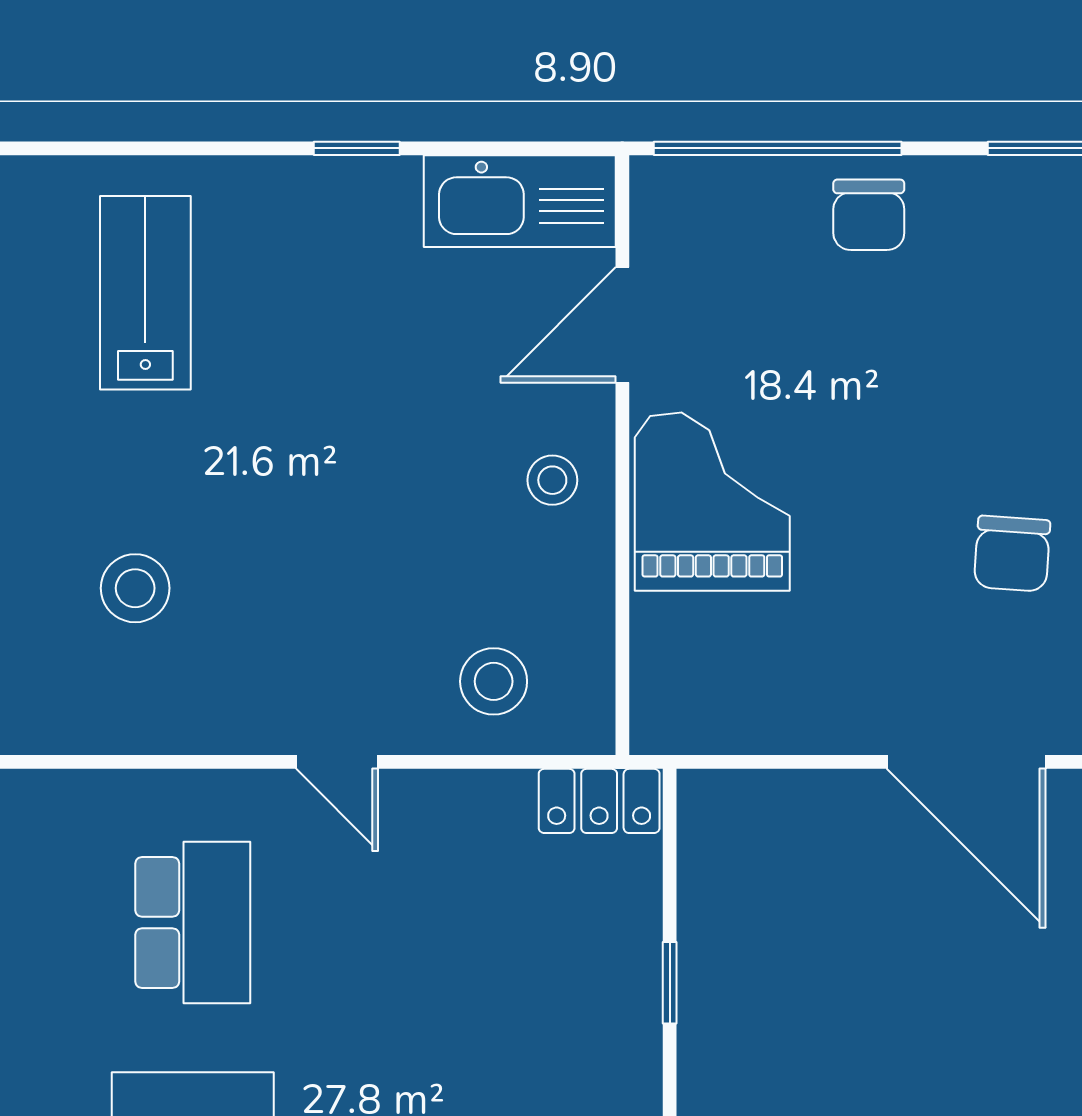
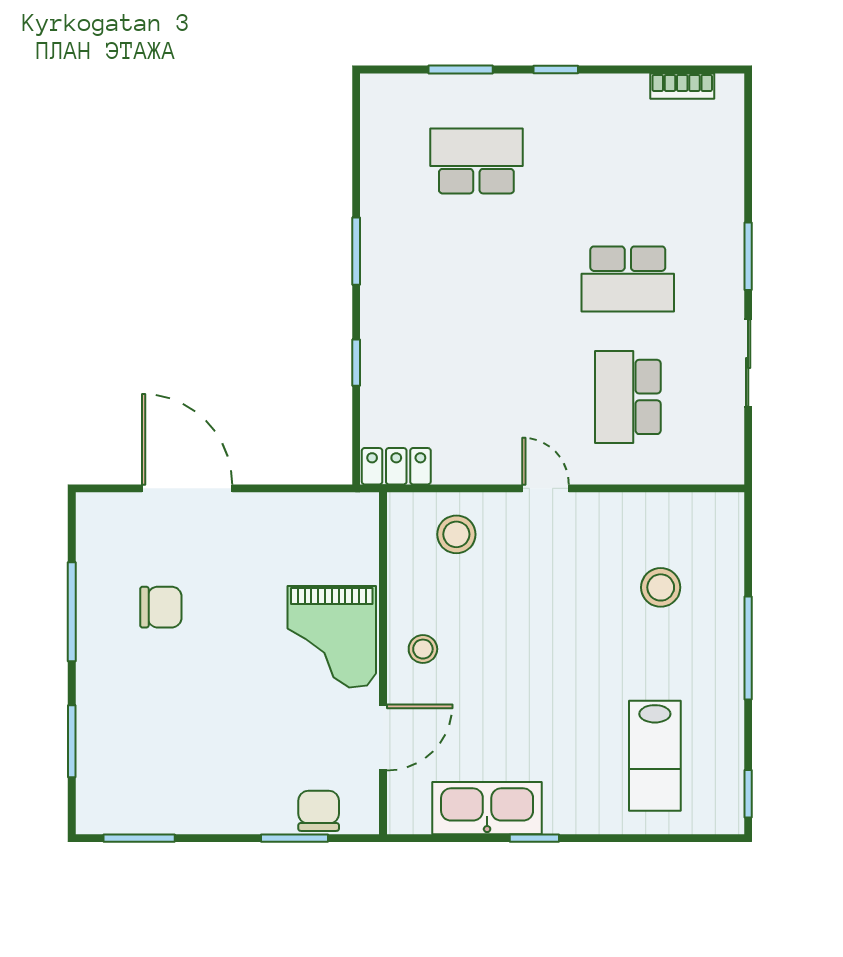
window: (778, 148) -> (295, 838), width x0.47
kitchen sink: (520, 201) -> (487, 808), moved
chair: (869, 215) -> (319, 811), moved
chair: (1012, 554) -> (161, 607), turned 86

